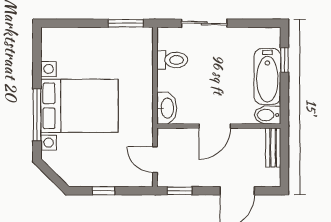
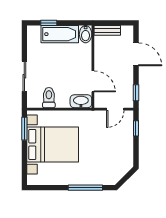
bed with nightstands: (79, 106) -> (53, 144), moved, turned 90
door: (215, 126) -> (93, 81), moved
window: (104, 191) -> (136, 128), moved

